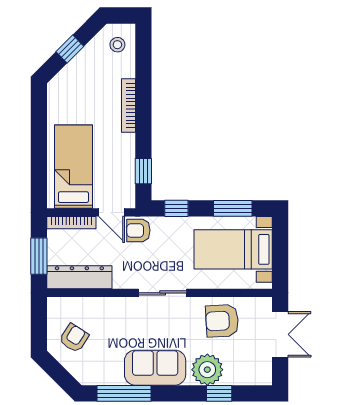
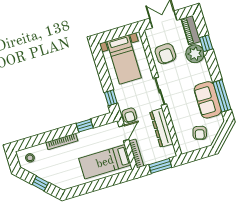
window: (143, 171) -> (85, 126), moved
window: (233, 208) -> (101, 67), removed
dresser: (79, 277) -> (161, 128), moved
armchair: (74, 338) -> (200, 133), turned -108
sofa: (155, 368) -> (208, 100), moved
piano: (248, 375) -> (191, 30), added

